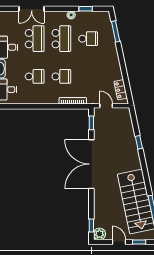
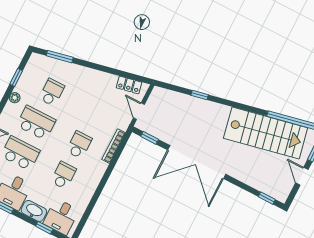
door: (106, 106) -> (139, 111), hinge flipped
plant: (99, 234) -> (281, 194), removed
door: (119, 242) -> (302, 176), hinge flipped

